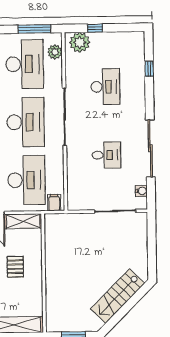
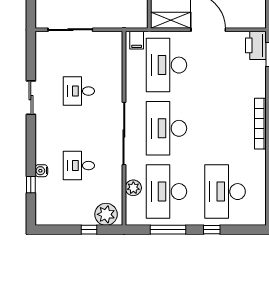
window: (34, 29) -> (168, 230), moved
plant: (55, 52) -> (133, 188), moved
desk: (105, 87) -> (79, 166), width x0.73
sliding door: (150, 148) -> (31, 98), width x0.54
water cooler: (141, 191) -> (41, 171), moved

